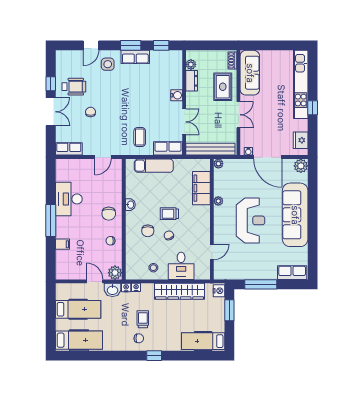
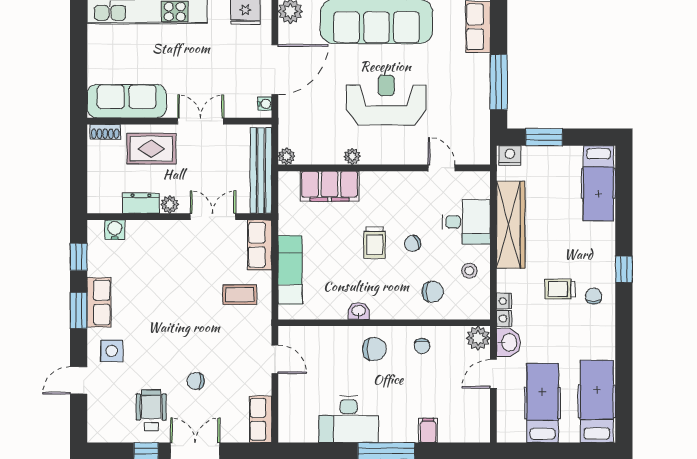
door: (91, 45) -> (79, 380), swing flipped
plant: (191, 64) -> (170, 205), moved
water cooler: (177, 95) -> (115, 230), moved
chair: (148, 231) -> (433, 292), moved

